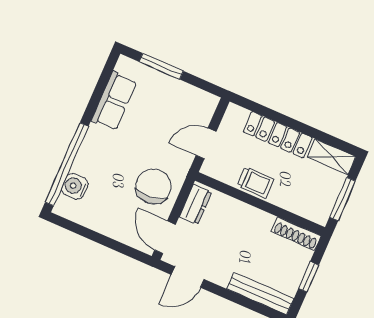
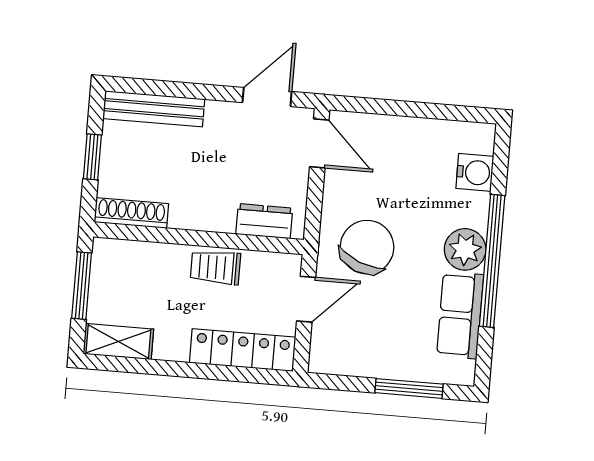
locker: (278, 135) -> (243, 350), moved
plant: (97, 141) -> (465, 249), added
window: (67, 164) -> (492, 261), moved
chair: (153, 186) -> (367, 247), moved, turned -152
dresser: (196, 204) -> (264, 221), moved, turned 90

